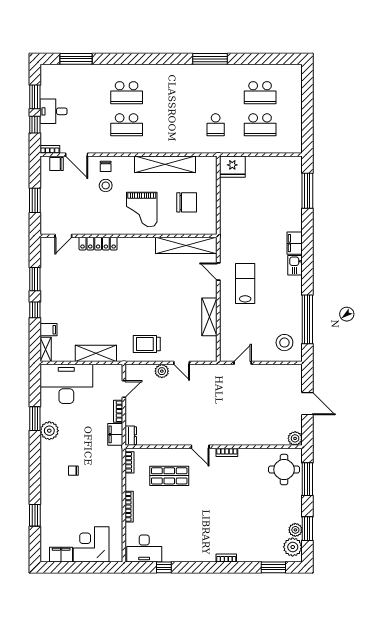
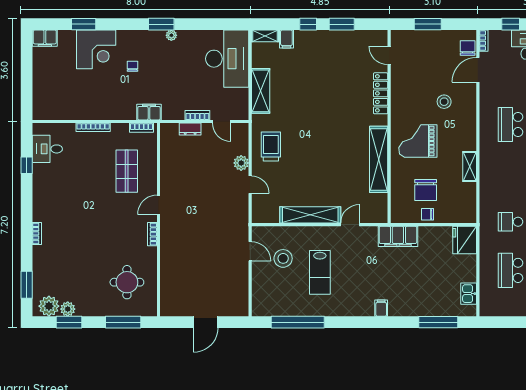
shelving: (165, 164) -> (470, 166), width x0.45, depth x0.75
chair: (106, 166) -> (428, 214), moved
filing cabinet: (229, 228) -> (398, 236), added
filing cabinet: (295, 243) -> (381, 308), width x0.50
shelving: (186, 245) -> (379, 159), moved
kitchen sink: (295, 265) -> (469, 294), moved, turned -90
lab bench: (245, 284) -> (320, 272), moved, turned 90
shelving: (209, 317) -> (310, 215), width x1.47
stool: (284, 343) -> (283, 258), moved
door: (182, 363) -> (250, 185), swing flipped
window: (35, 419) -> (161, 24), moved
plant: (49, 431) -> (171, 35), width x0.53, depth x0.53
filing cabinet: (115, 434) -> (149, 112), moved
dresser: (131, 436) -> (190, 129), moved
plant: (295, 438) -> (168, 309), removed
round table: (284, 470) -> (127, 282), moved
corner desk: (91, 544) -> (96, 49), moved, turned 90
desk: (144, 548) -> (47, 149), width x0.73
filing cabinet: (61, 555) -> (45, 38), moved, turned 90

